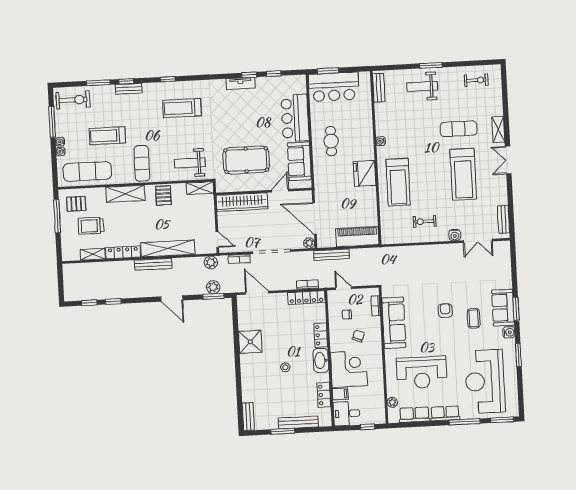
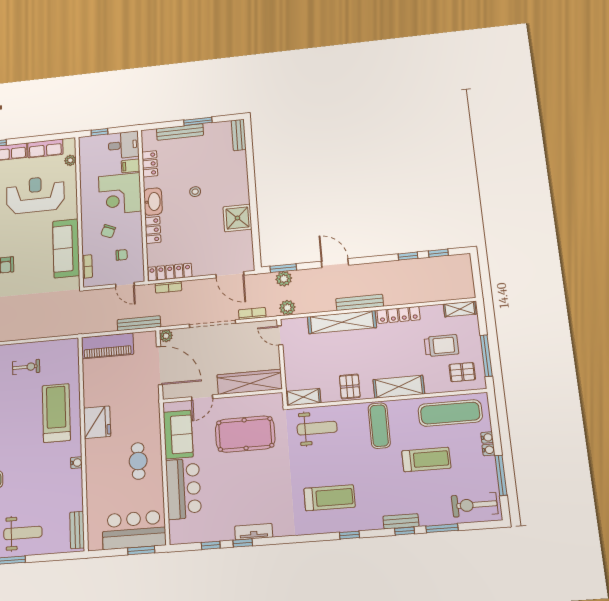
shelving: (93, 254) -> (460, 309), moved

